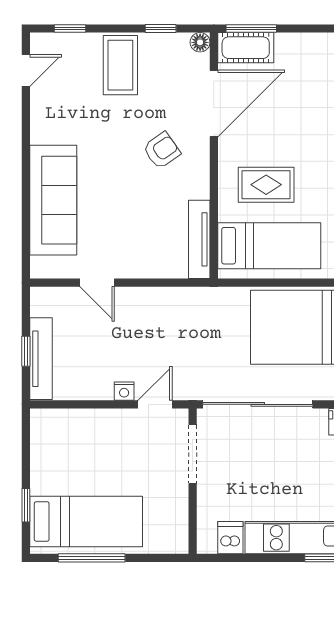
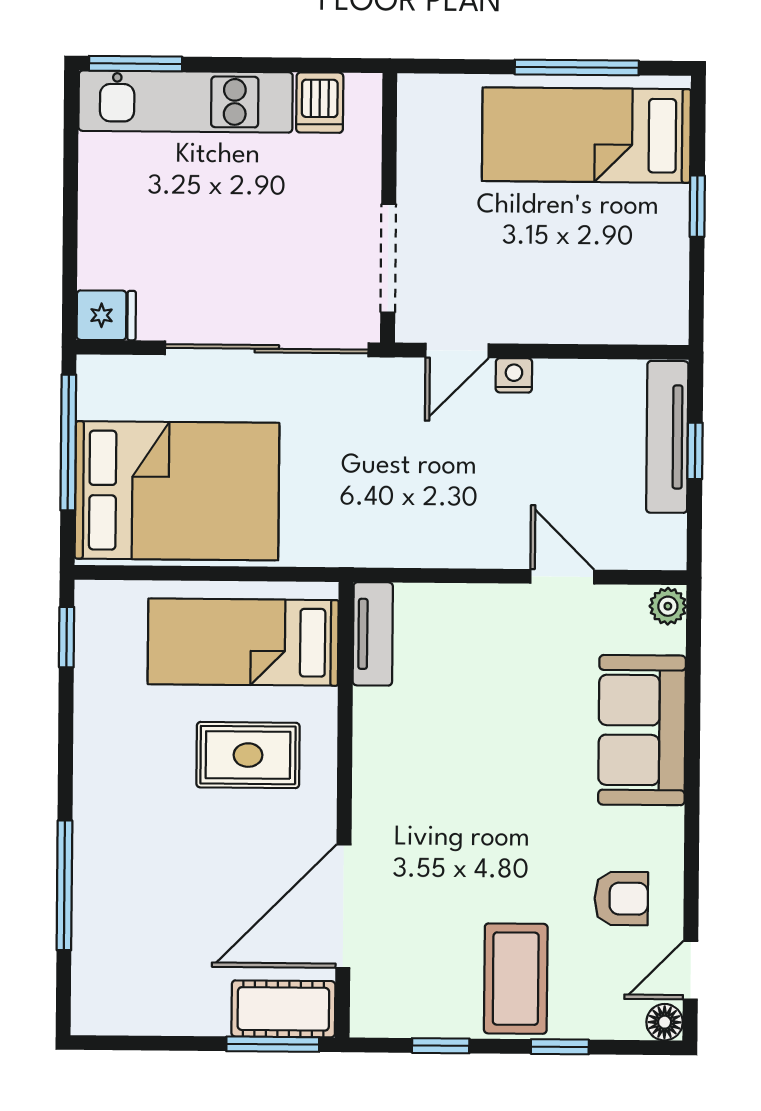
window: (70, 28) -> (560, 1047), moved
floor lamp: (200, 42) -> (665, 1022), moved
armchair: (162, 150) -> (621, 899), moved, turned -145
sofa: (53, 200) -> (642, 730), width x0.73
tv unit: (199, 239) -> (373, 634), width x0.71
plant: (40, 267) -> (668, 606), added
window: (26, 505) -> (697, 206), moved

